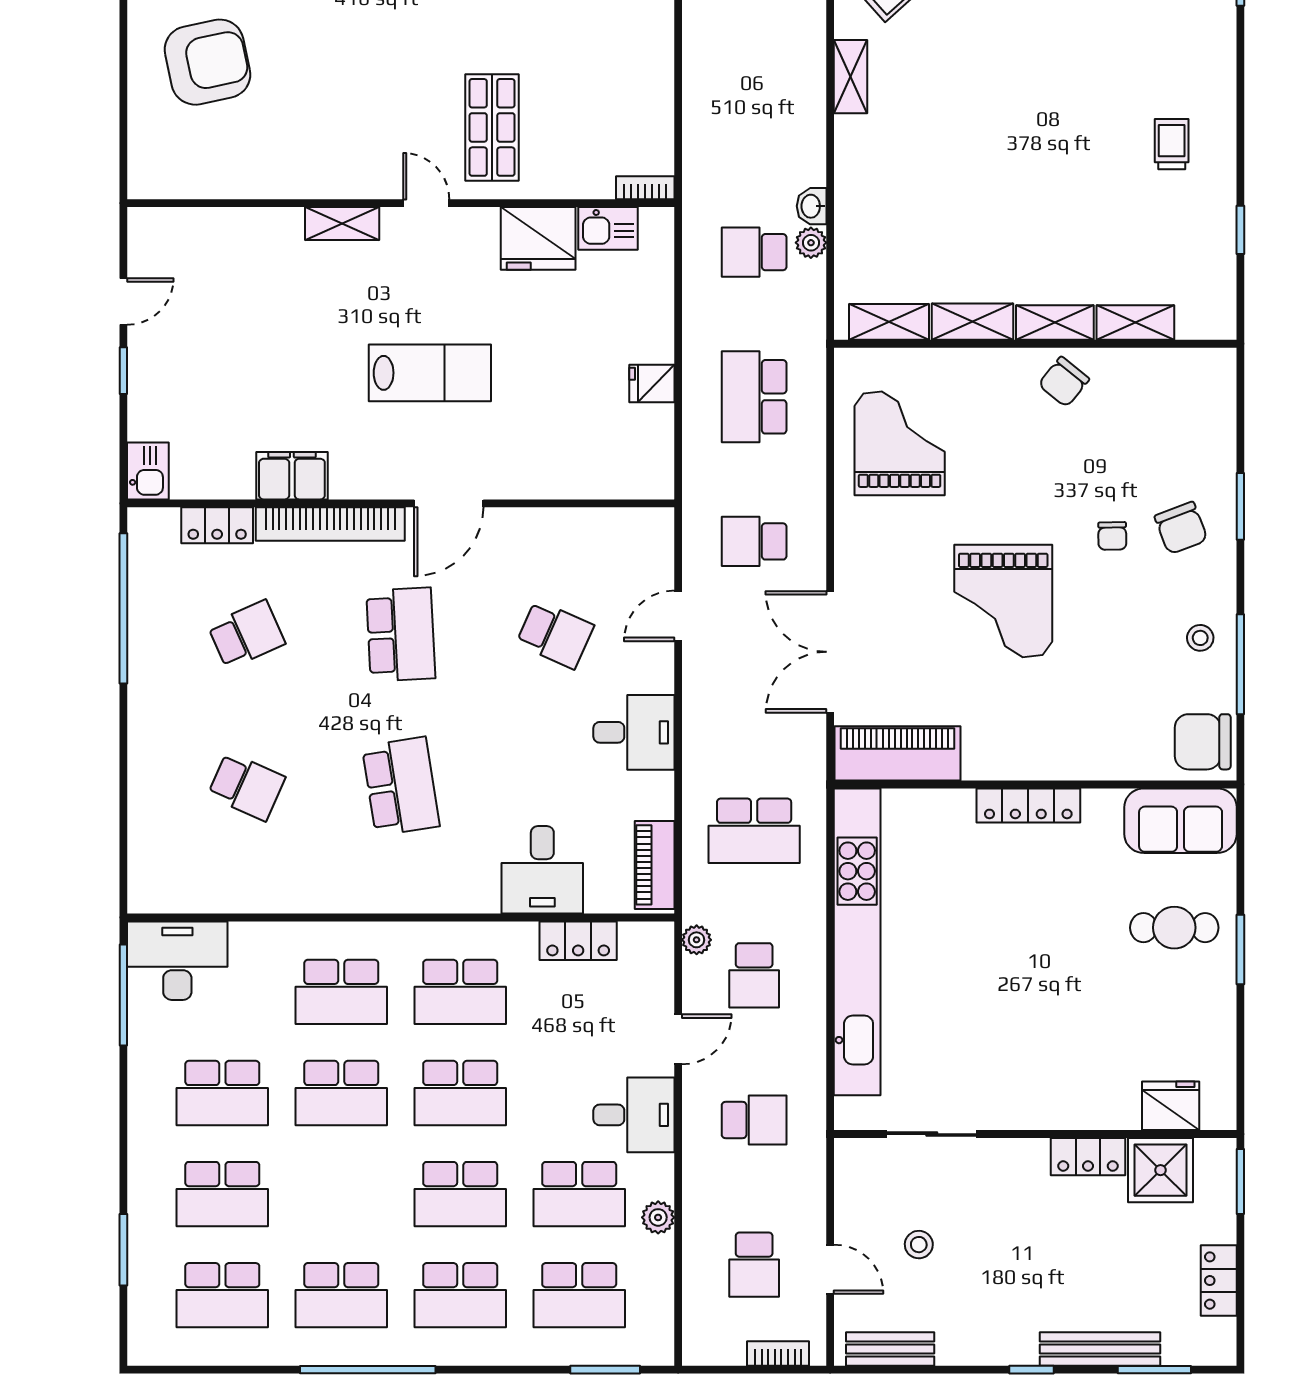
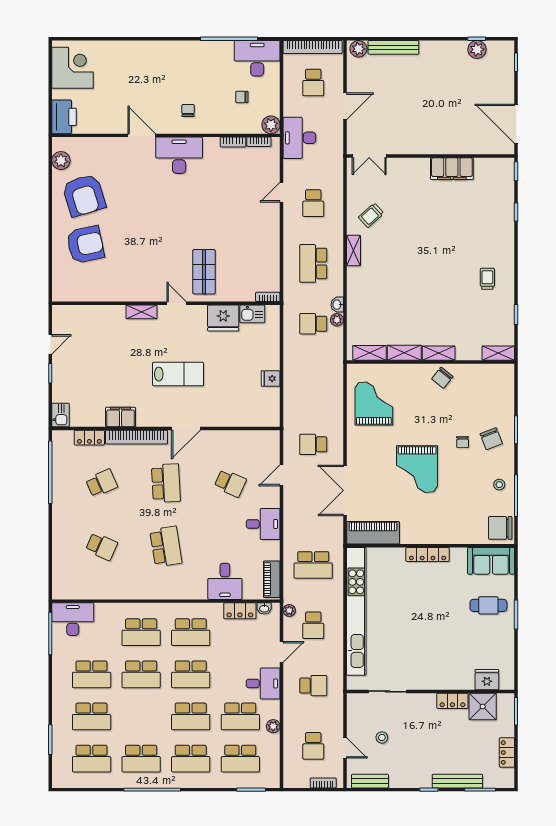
shelving: (1135, 323) -> (498, 353), moved
school desk: (754, 397) -> (313, 263), moved
washbasin: (636, 935) -> (264, 608), added

